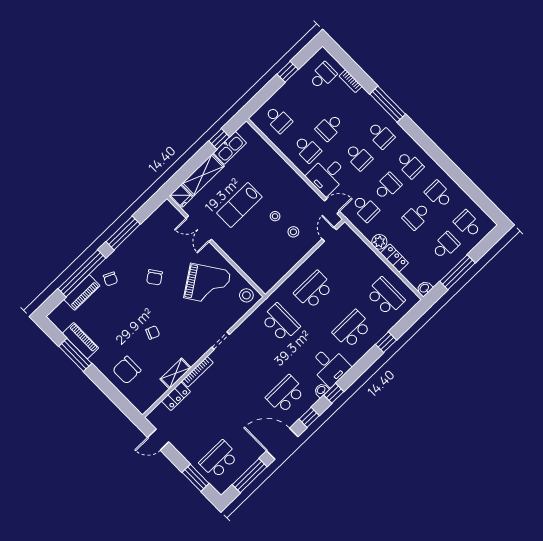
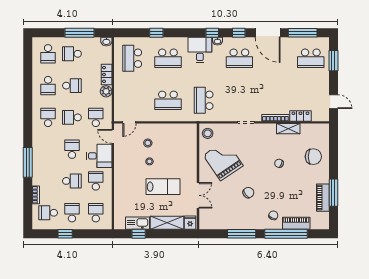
school desk: (381, 135) -> (72, 213), moved

